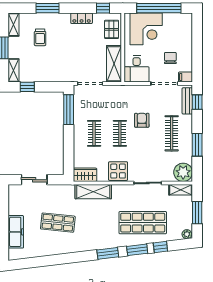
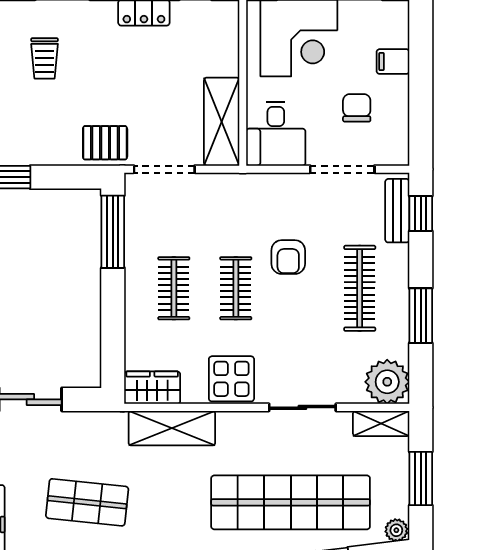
pallet: (112, 29) -> (105, 143), moved, turned 90
filing cabinet: (185, 77) -> (393, 62), moved
armchair: (142, 120) -> (288, 257), turned 180
shop shelf: (143, 223) -> (291, 502), width x1.40

